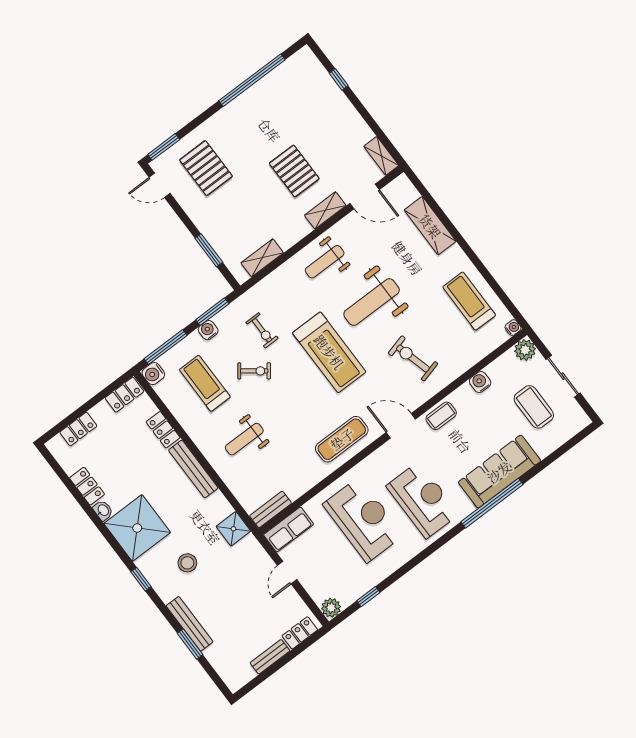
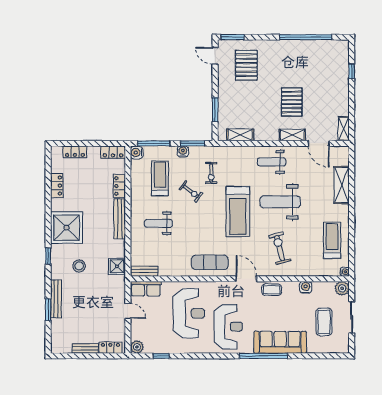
washbasin: (103, 510) -> (56, 205), removed
door: (287, 573) -> (128, 311), swing flipped

